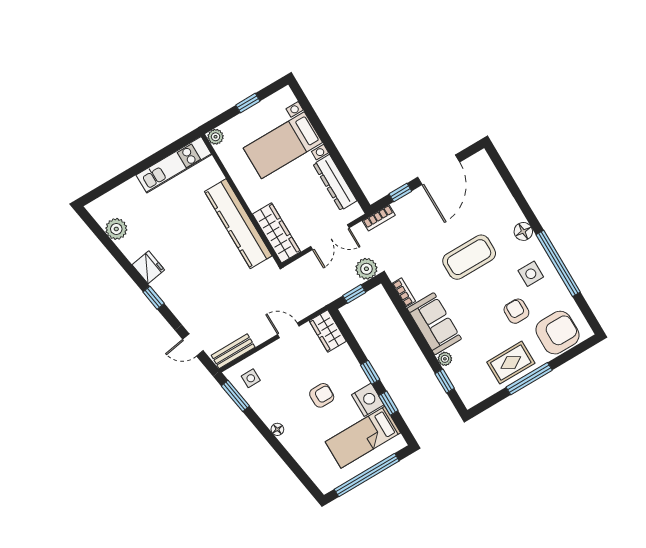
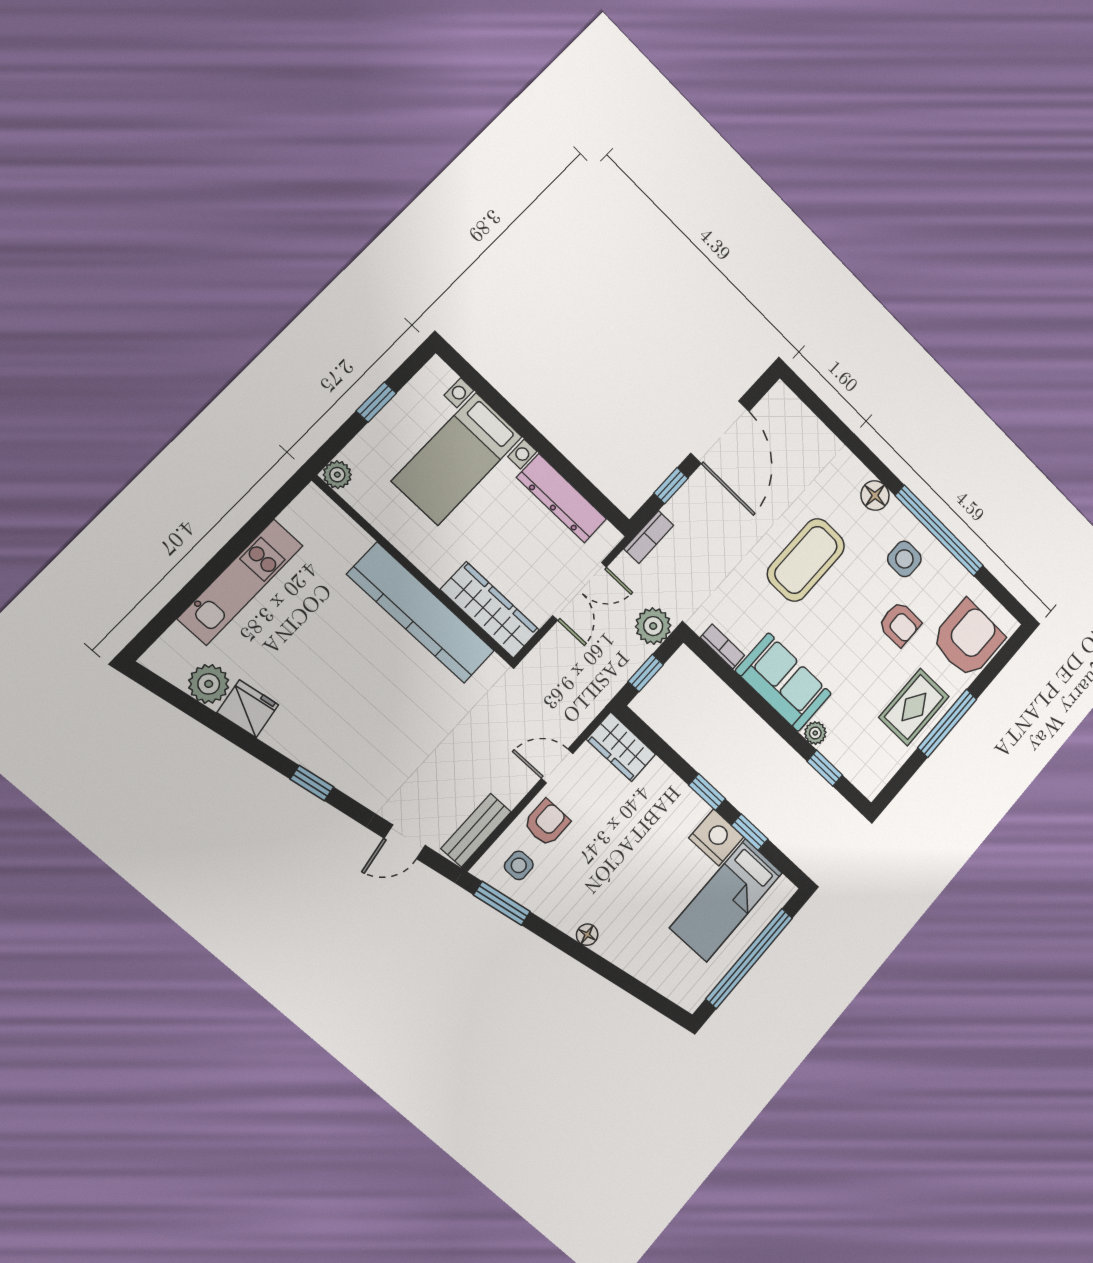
kitchen unit: (174, 165) -> (240, 582), moved
fridge: (148, 267) -> (248, 709), moved
armchair: (516, 311) -> (900, 624), turned 180
armchair: (322, 395) -> (547, 823), moved

